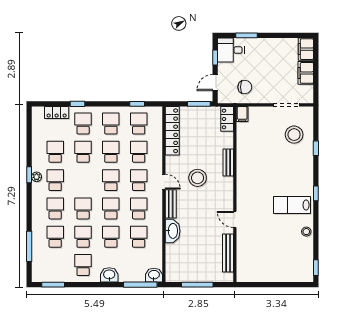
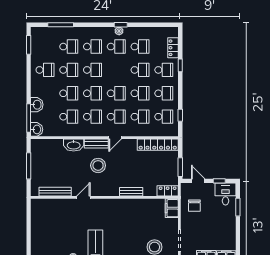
filing cabinet: (242, 114) -> (172, 208), width x2.00
stool: (198, 178) -> (98, 165), moved
washbasin: (109, 275) -> (37, 105), moved

